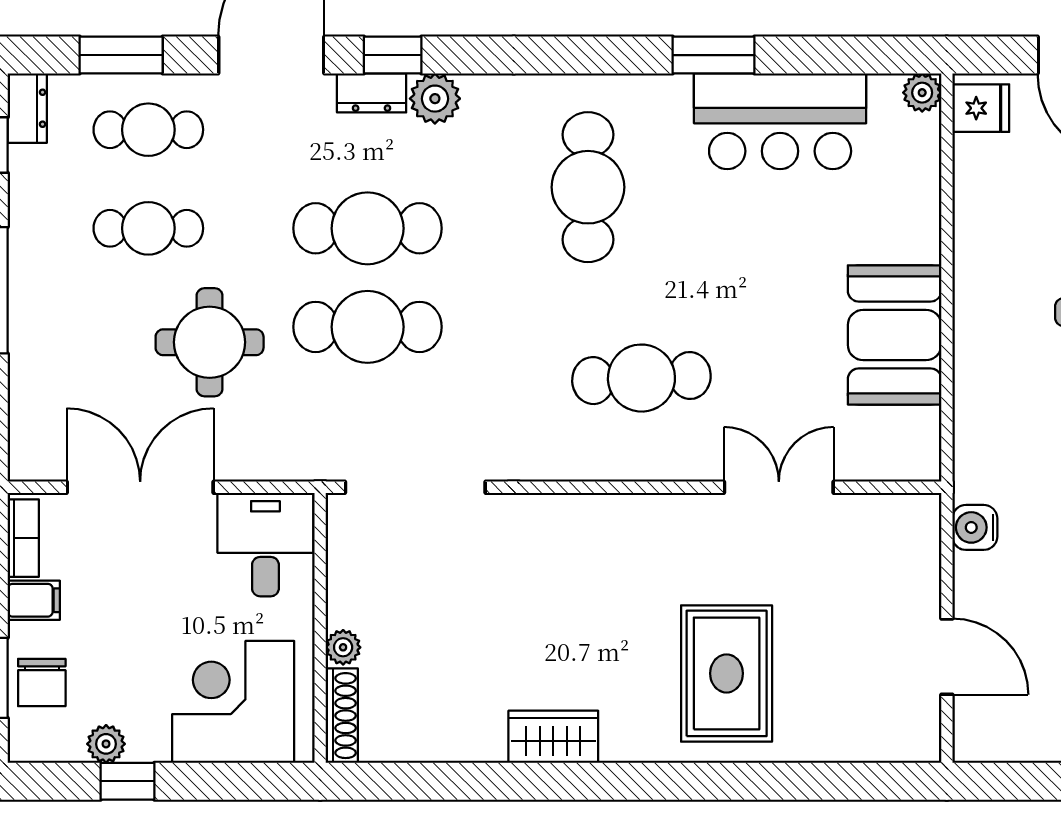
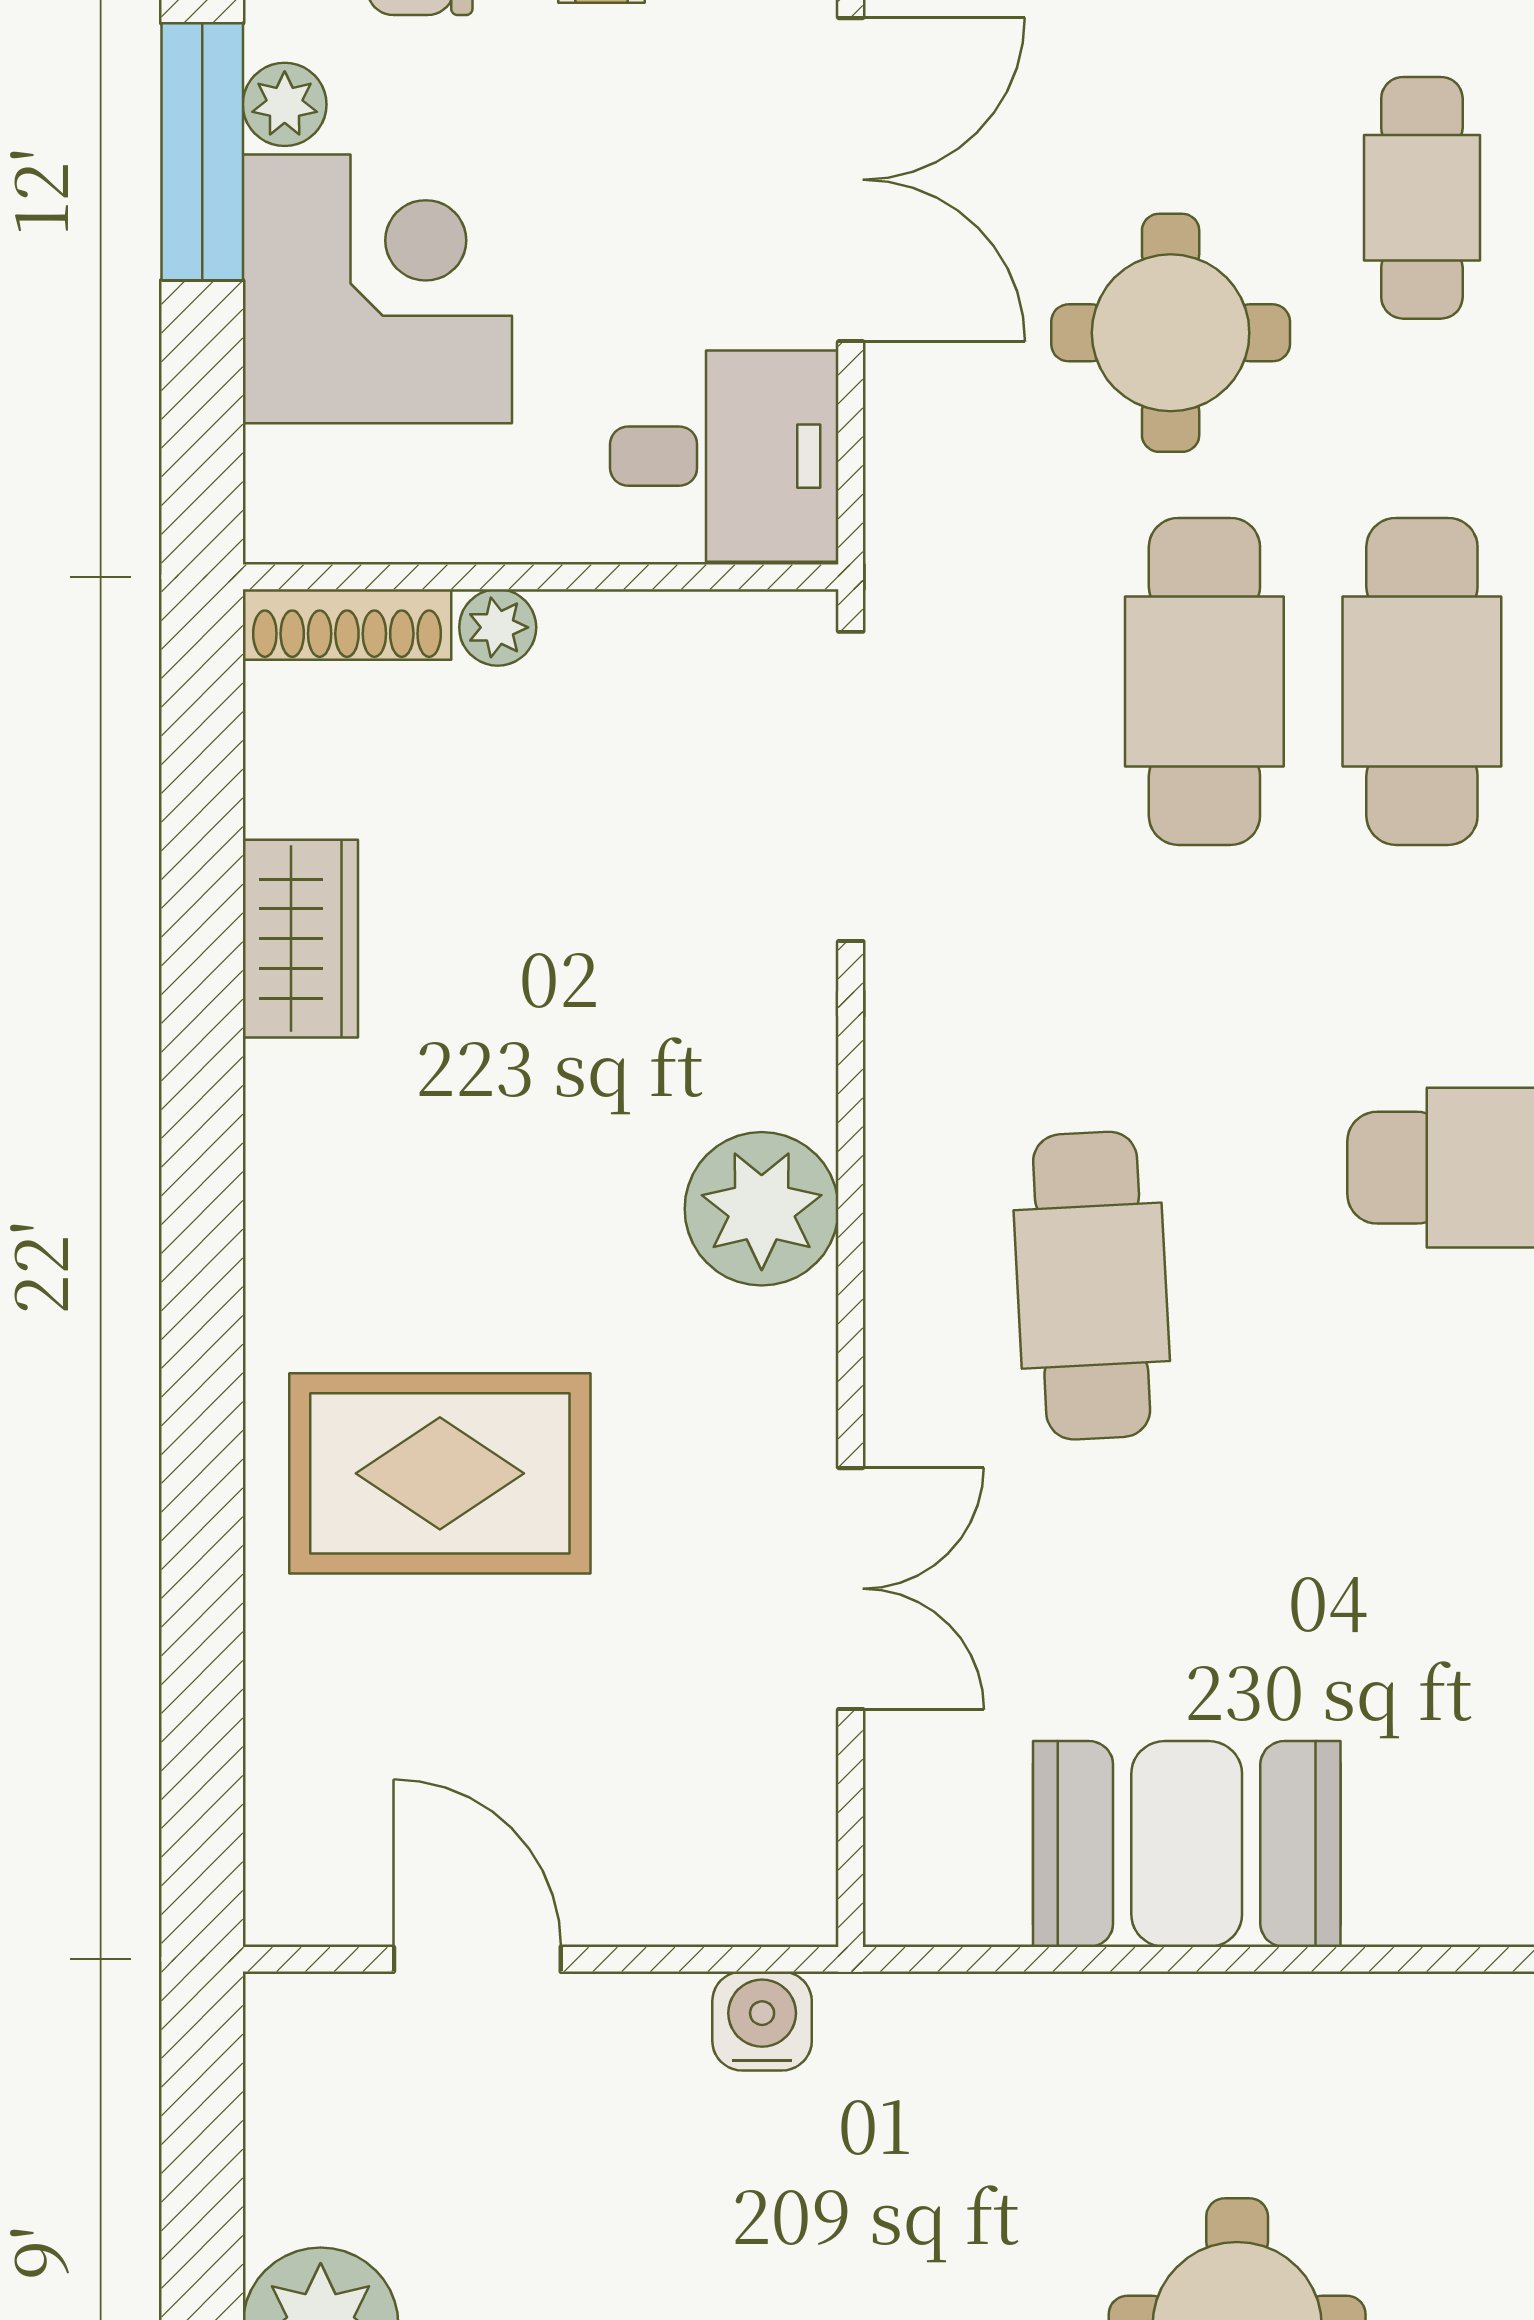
plant: (607, 528) -> (762, 1209), added
door: (947, 657) -> (477, 1959), swing flipped
corner desk: (233, 702) -> (377, 289), moved
wardrobe: (553, 737) -> (300, 939), moved
window: (127, 781) -> (202, 152), width x2.17

